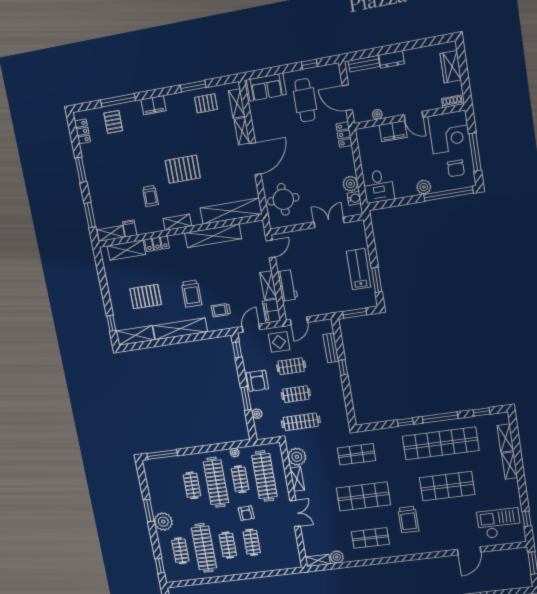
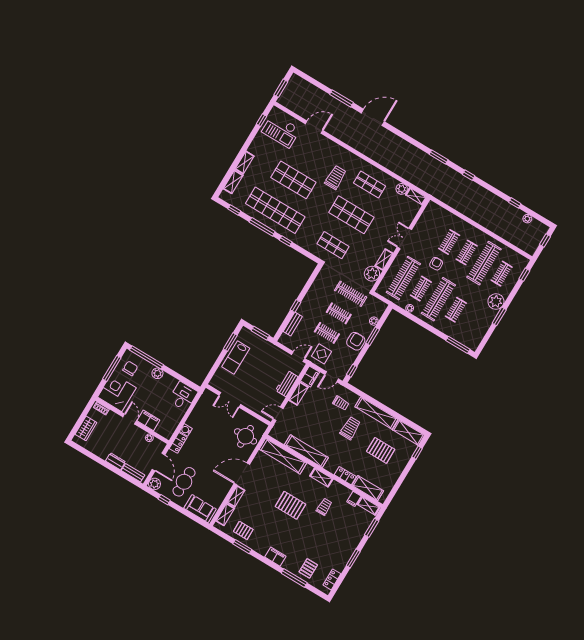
plant: (350, 184) -> (155, 484), moved
water cooler: (354, 198) -> (186, 430), moved

